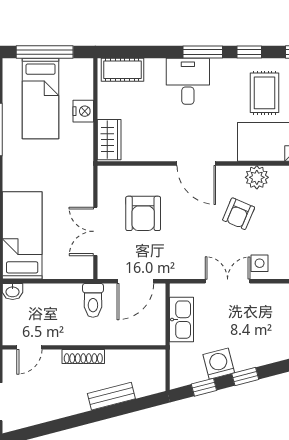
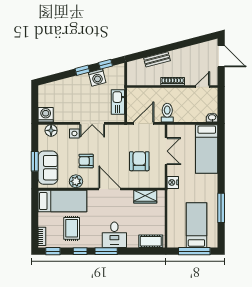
nightstand: (83, 111) -> (173, 182), moved
wardrobe: (109, 140) -> (145, 197), moved, turned -90
armchair: (239, 214) -> (86, 161), turned -113

